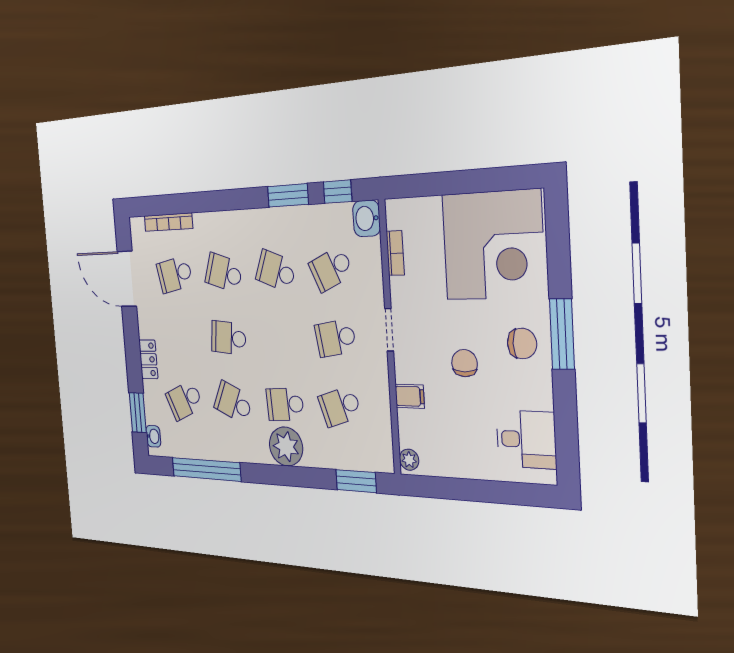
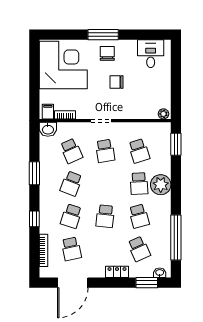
window: (338, 192) -> (34, 219), moved
filing cabinet: (410, 396) -> (48, 112), moved
school desk: (233, 402) -> (139, 216), turned -39

